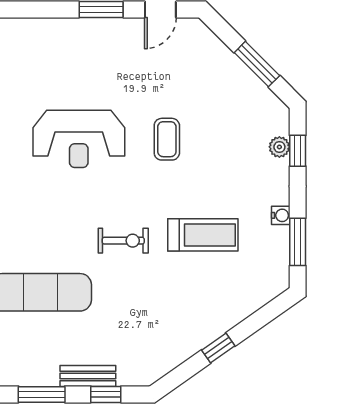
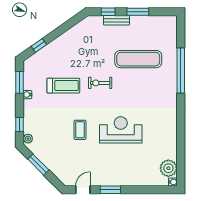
plant: (279, 147) -> (28, 139), moved
treadmill: (203, 235) -> (63, 86), turned 180
window: (218, 348) -> (39, 45), moved

